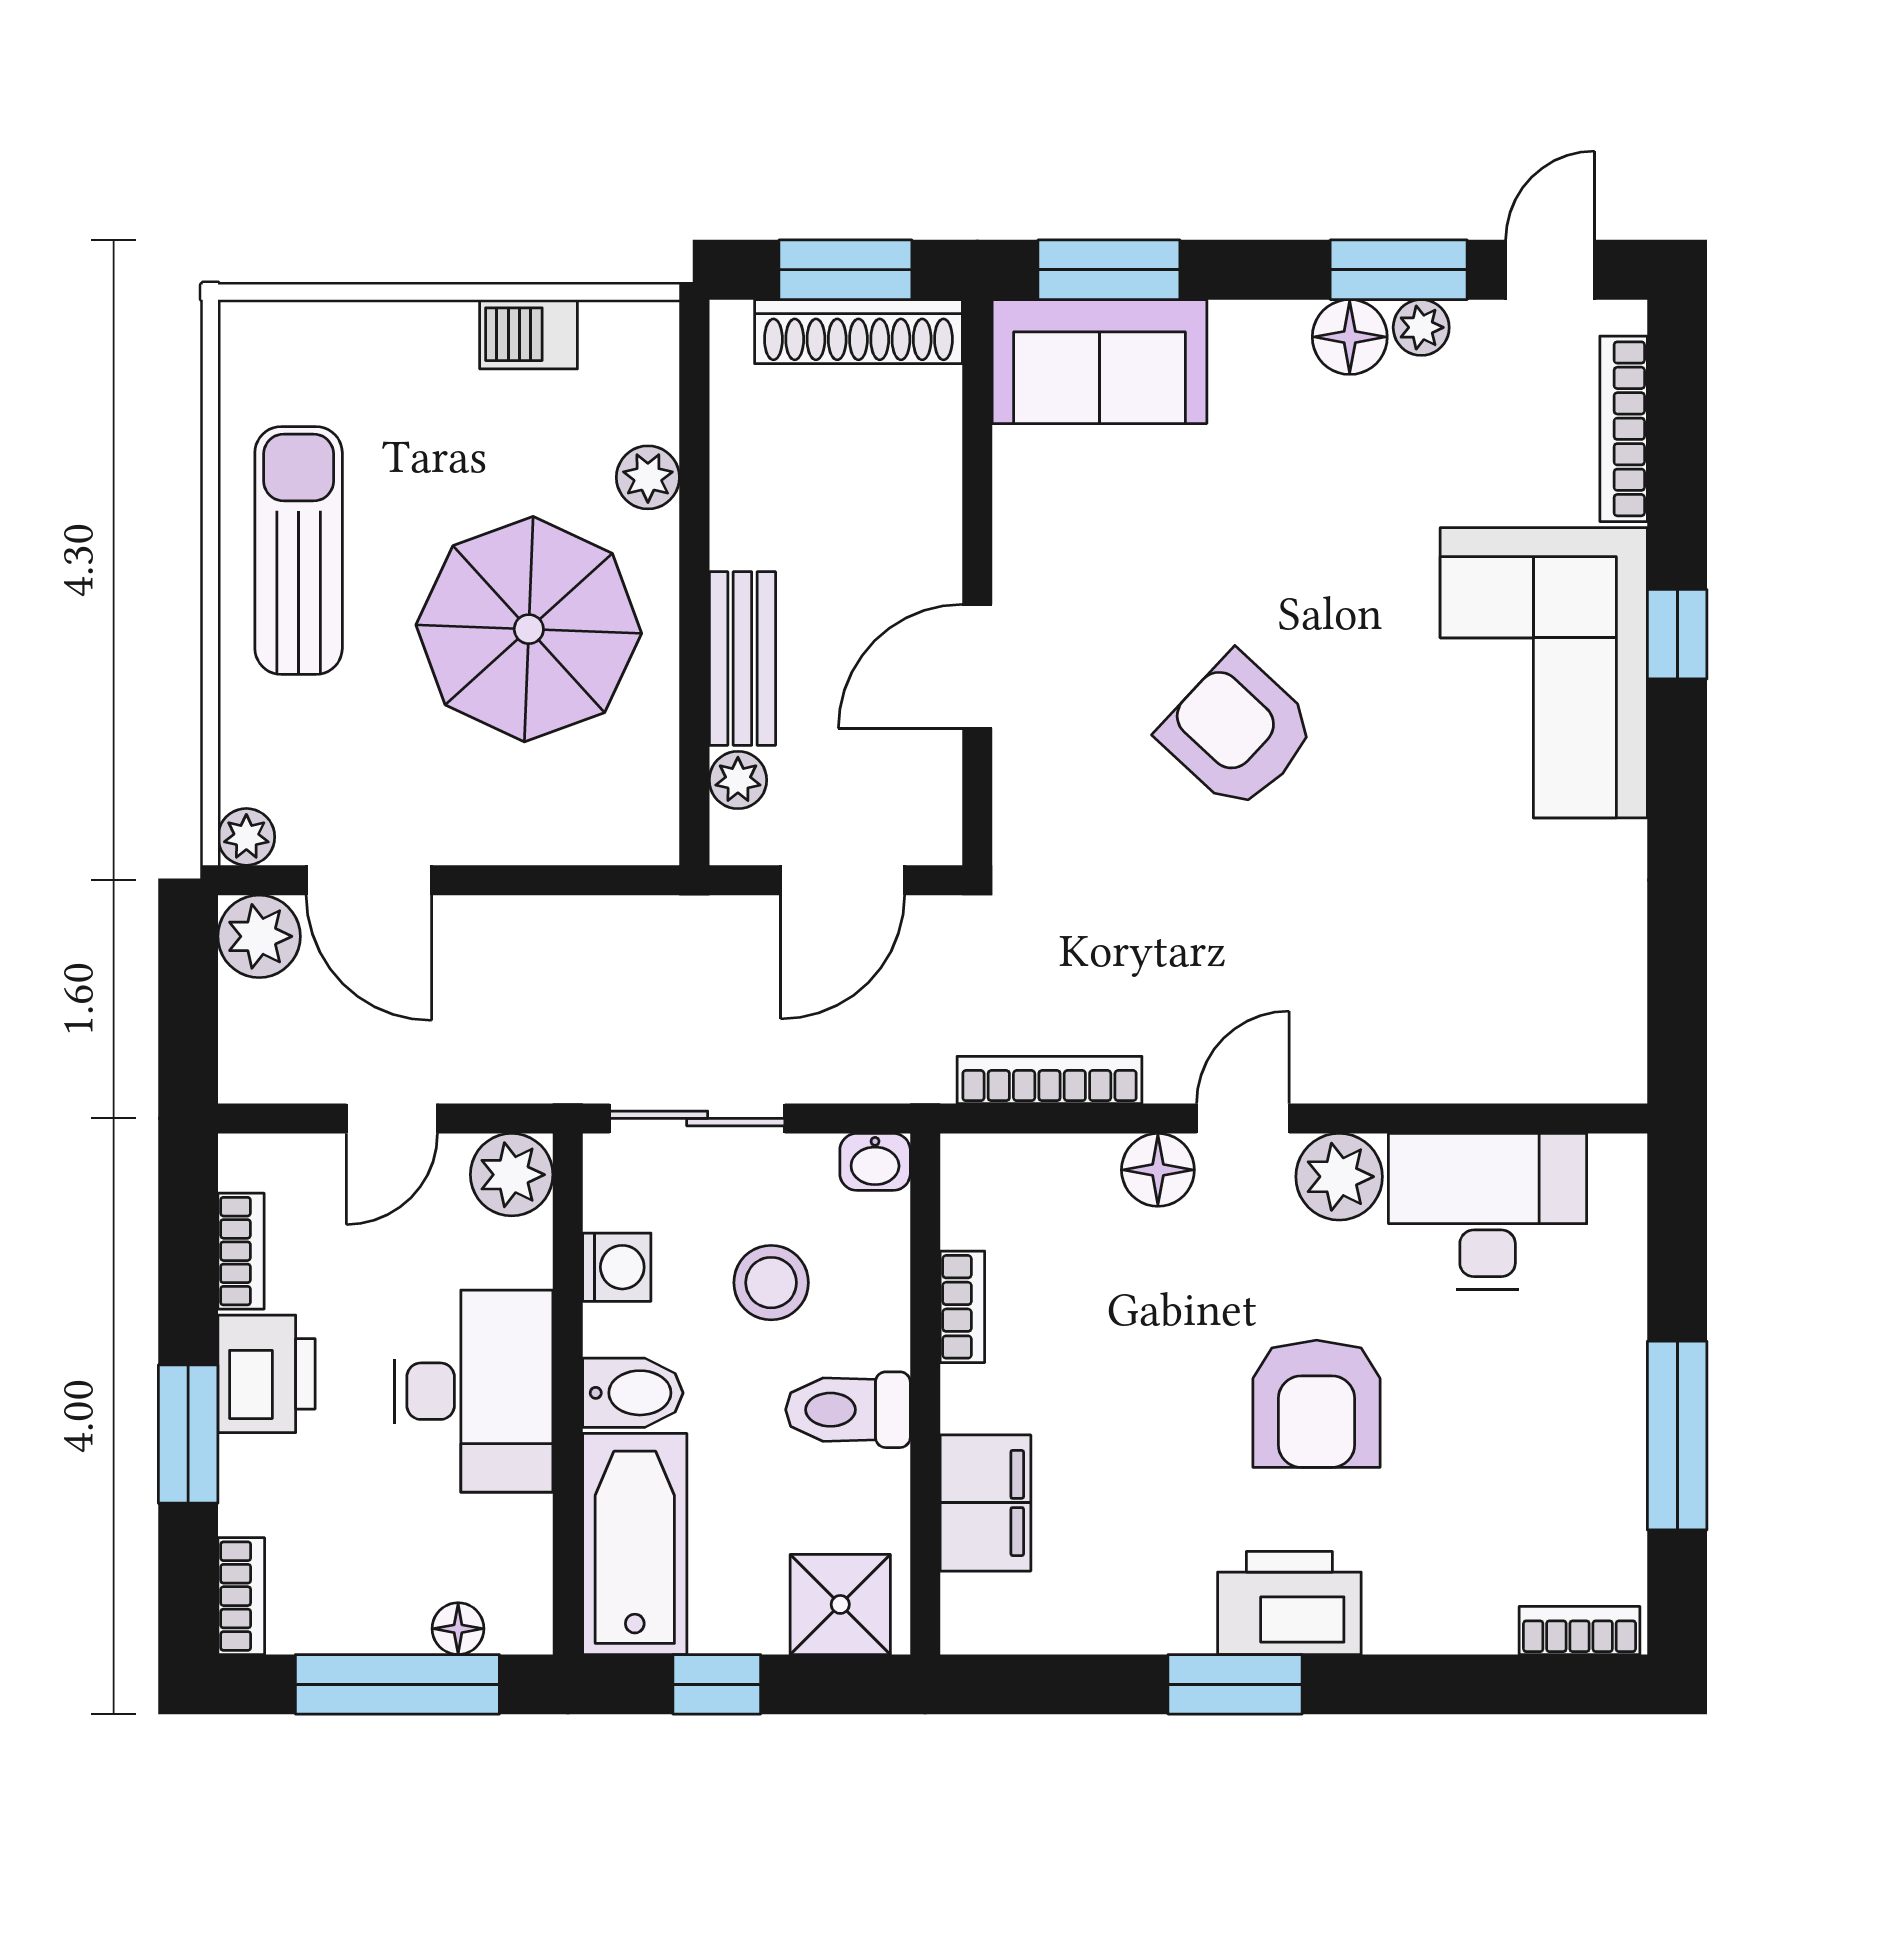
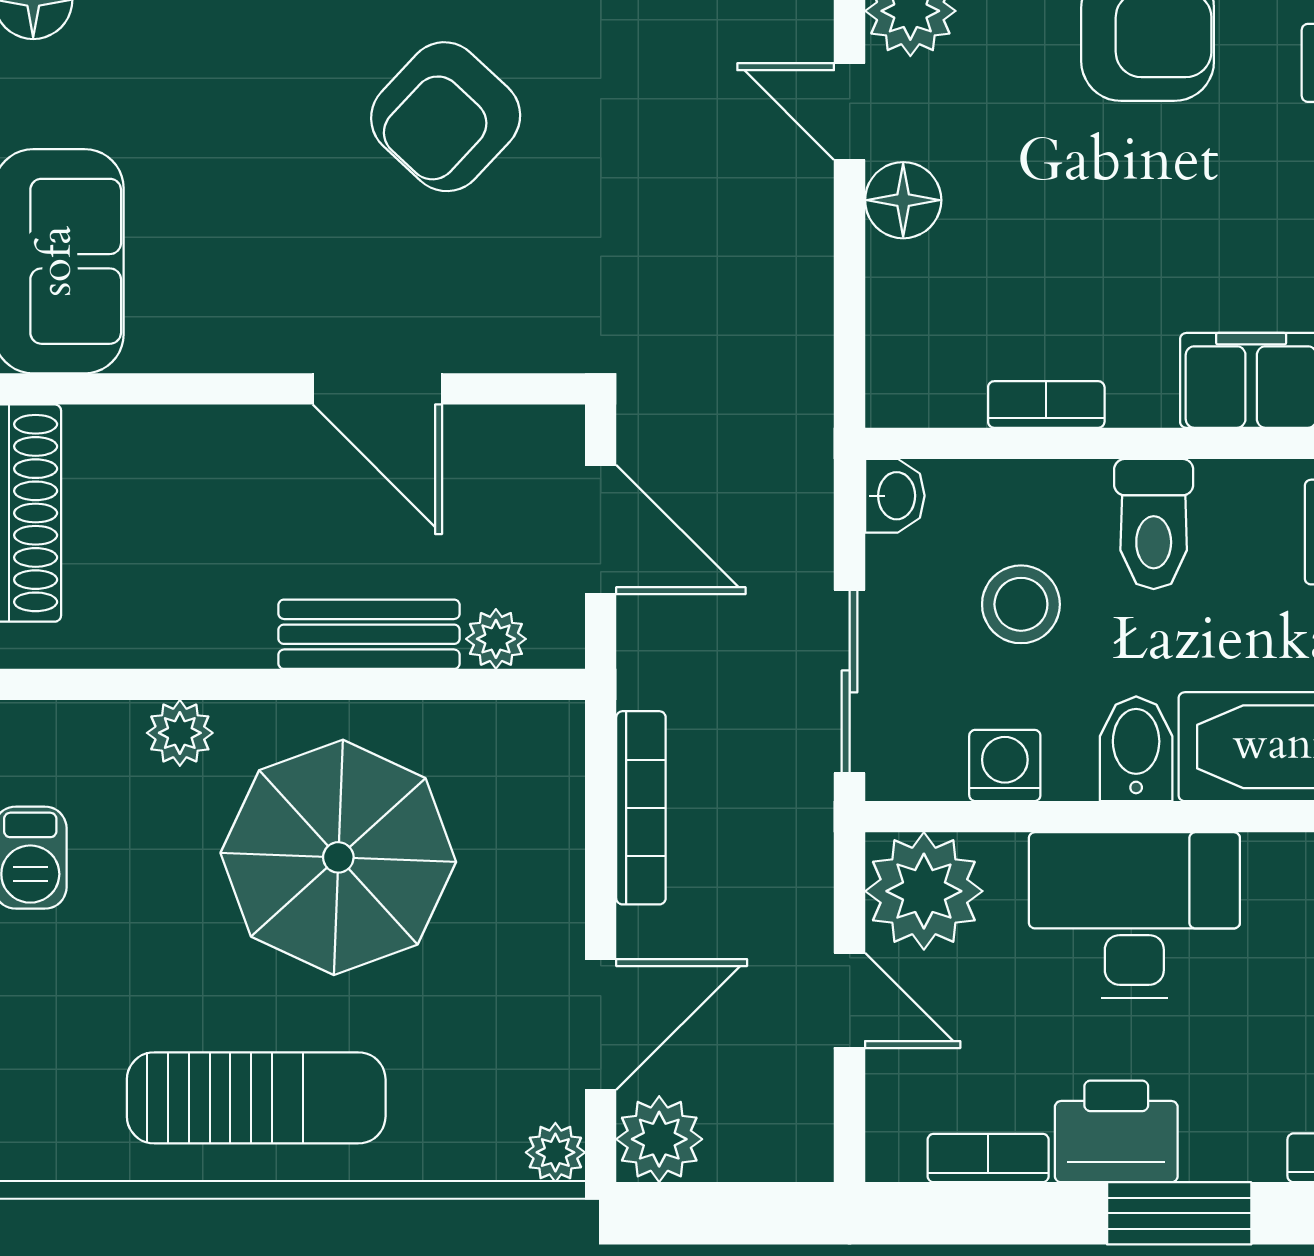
sun lounger: (299, 550) -> (256, 1098), turned 180
bookcase: (1049, 1080) -> (641, 808), moved, turned 180
plant: (512, 1175) -> (924, 891), width x1.36, depth x1.36

